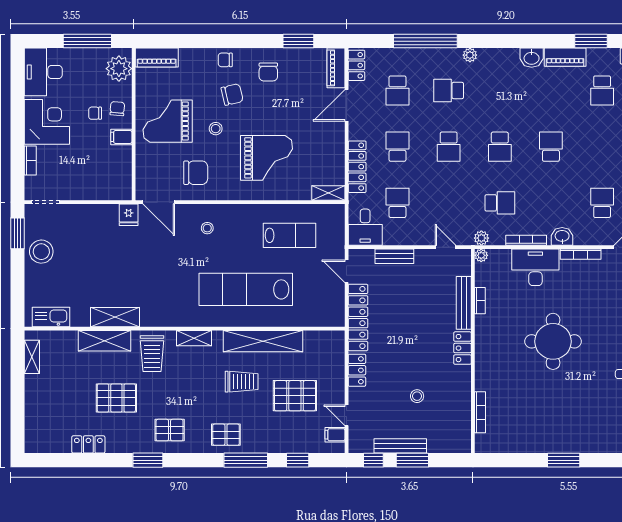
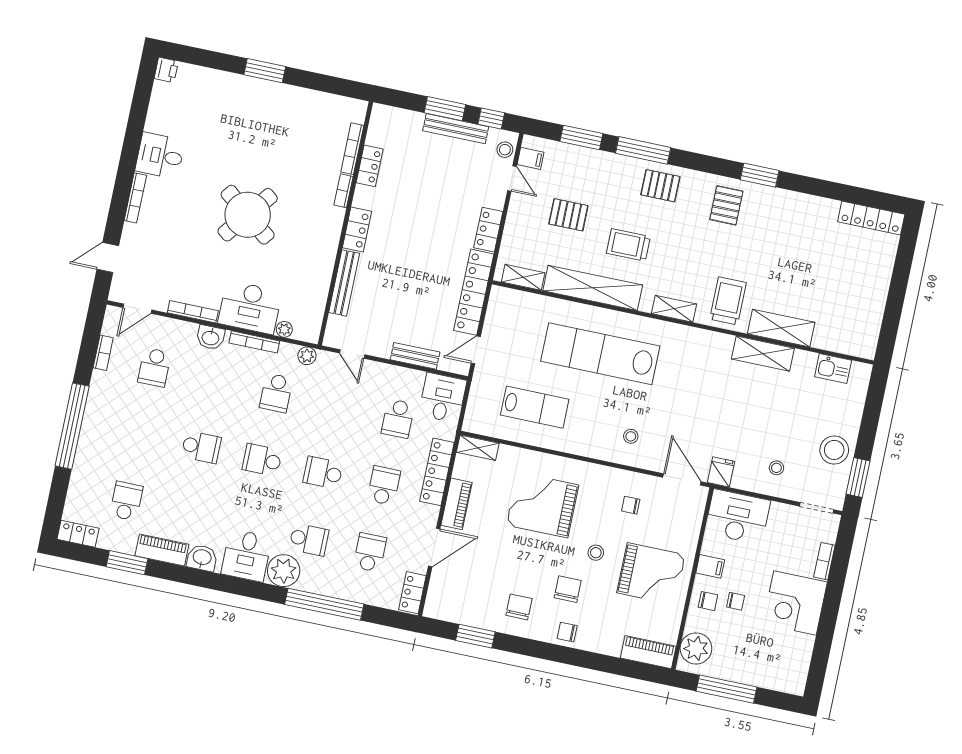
plant: (470, 55) -> (284, 571), width x1.88, depth x1.88
chair: (225, 60) -> (567, 632), turned 180
desk: (496, 67) -> (247, 555), added
piano: (336, 68) -> (457, 504), moved
desk: (43, 72) -> (737, 517), moved, turned -90
chair: (232, 95) -> (568, 589), turned 103
chair: (117, 109) -> (708, 601), turned -95
school desk: (397, 147) -> (384, 486), turned 180
school desk: (449, 147) -> (323, 473), turned -90
school desk: (500, 147) -> (262, 460), turned -90
school desk: (551, 147) -> (201, 447), turned -90
chair: (196, 173) -> (631, 505), width x0.54, depth x0.54
school desk: (500, 203) -> (276, 393), turned -90
stool: (85, 227) -> (776, 468), added
lab bench: (290, 235) -> (535, 407), turned 180
plant: (481, 255) -> (284, 329), moved
door: (347, 271) -> (476, 350), swing flipped
lab bench: (246, 289) -> (600, 354), turned 180
bookcase: (480, 301) -> (343, 191), moved
kitchen sink: (51, 317) -> (833, 368), width x0.73
round table: (553, 341) -> (248, 215), turned 38
shelving: (32, 357) -> (523, 277), moved, turned 90
pallet: (295, 396) -> (568, 215), width x0.67, depth x0.71
stool: (417, 396) -> (505, 150), moved
pallet: (116, 398) -> (782, 257), removed
locker: (463, 401) -> (370, 166), added
pallet: (170, 430) -> (726, 205), turned 90
locker: (88, 444) -> (871, 218), moved, width x1.53
window: (298, 460) -> (581, 137), width x1.50

